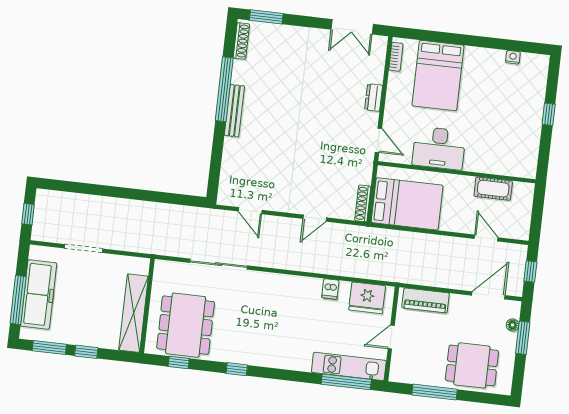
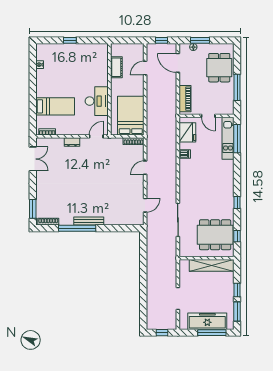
bed: (438, 76) -> (55, 106), width x0.67
door: (315, 218) -> (145, 168), swing flipped

